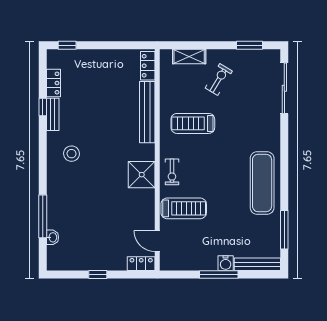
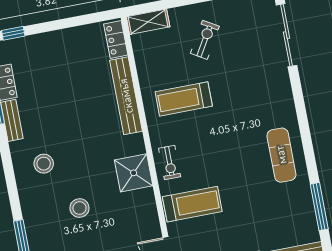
shelving: (189, 57) -> (148, 22), moved
exercise mat: (262, 183) -> (281, 155), width x0.73, depth x0.69
stool: (93, 194) -> (79, 208), added

